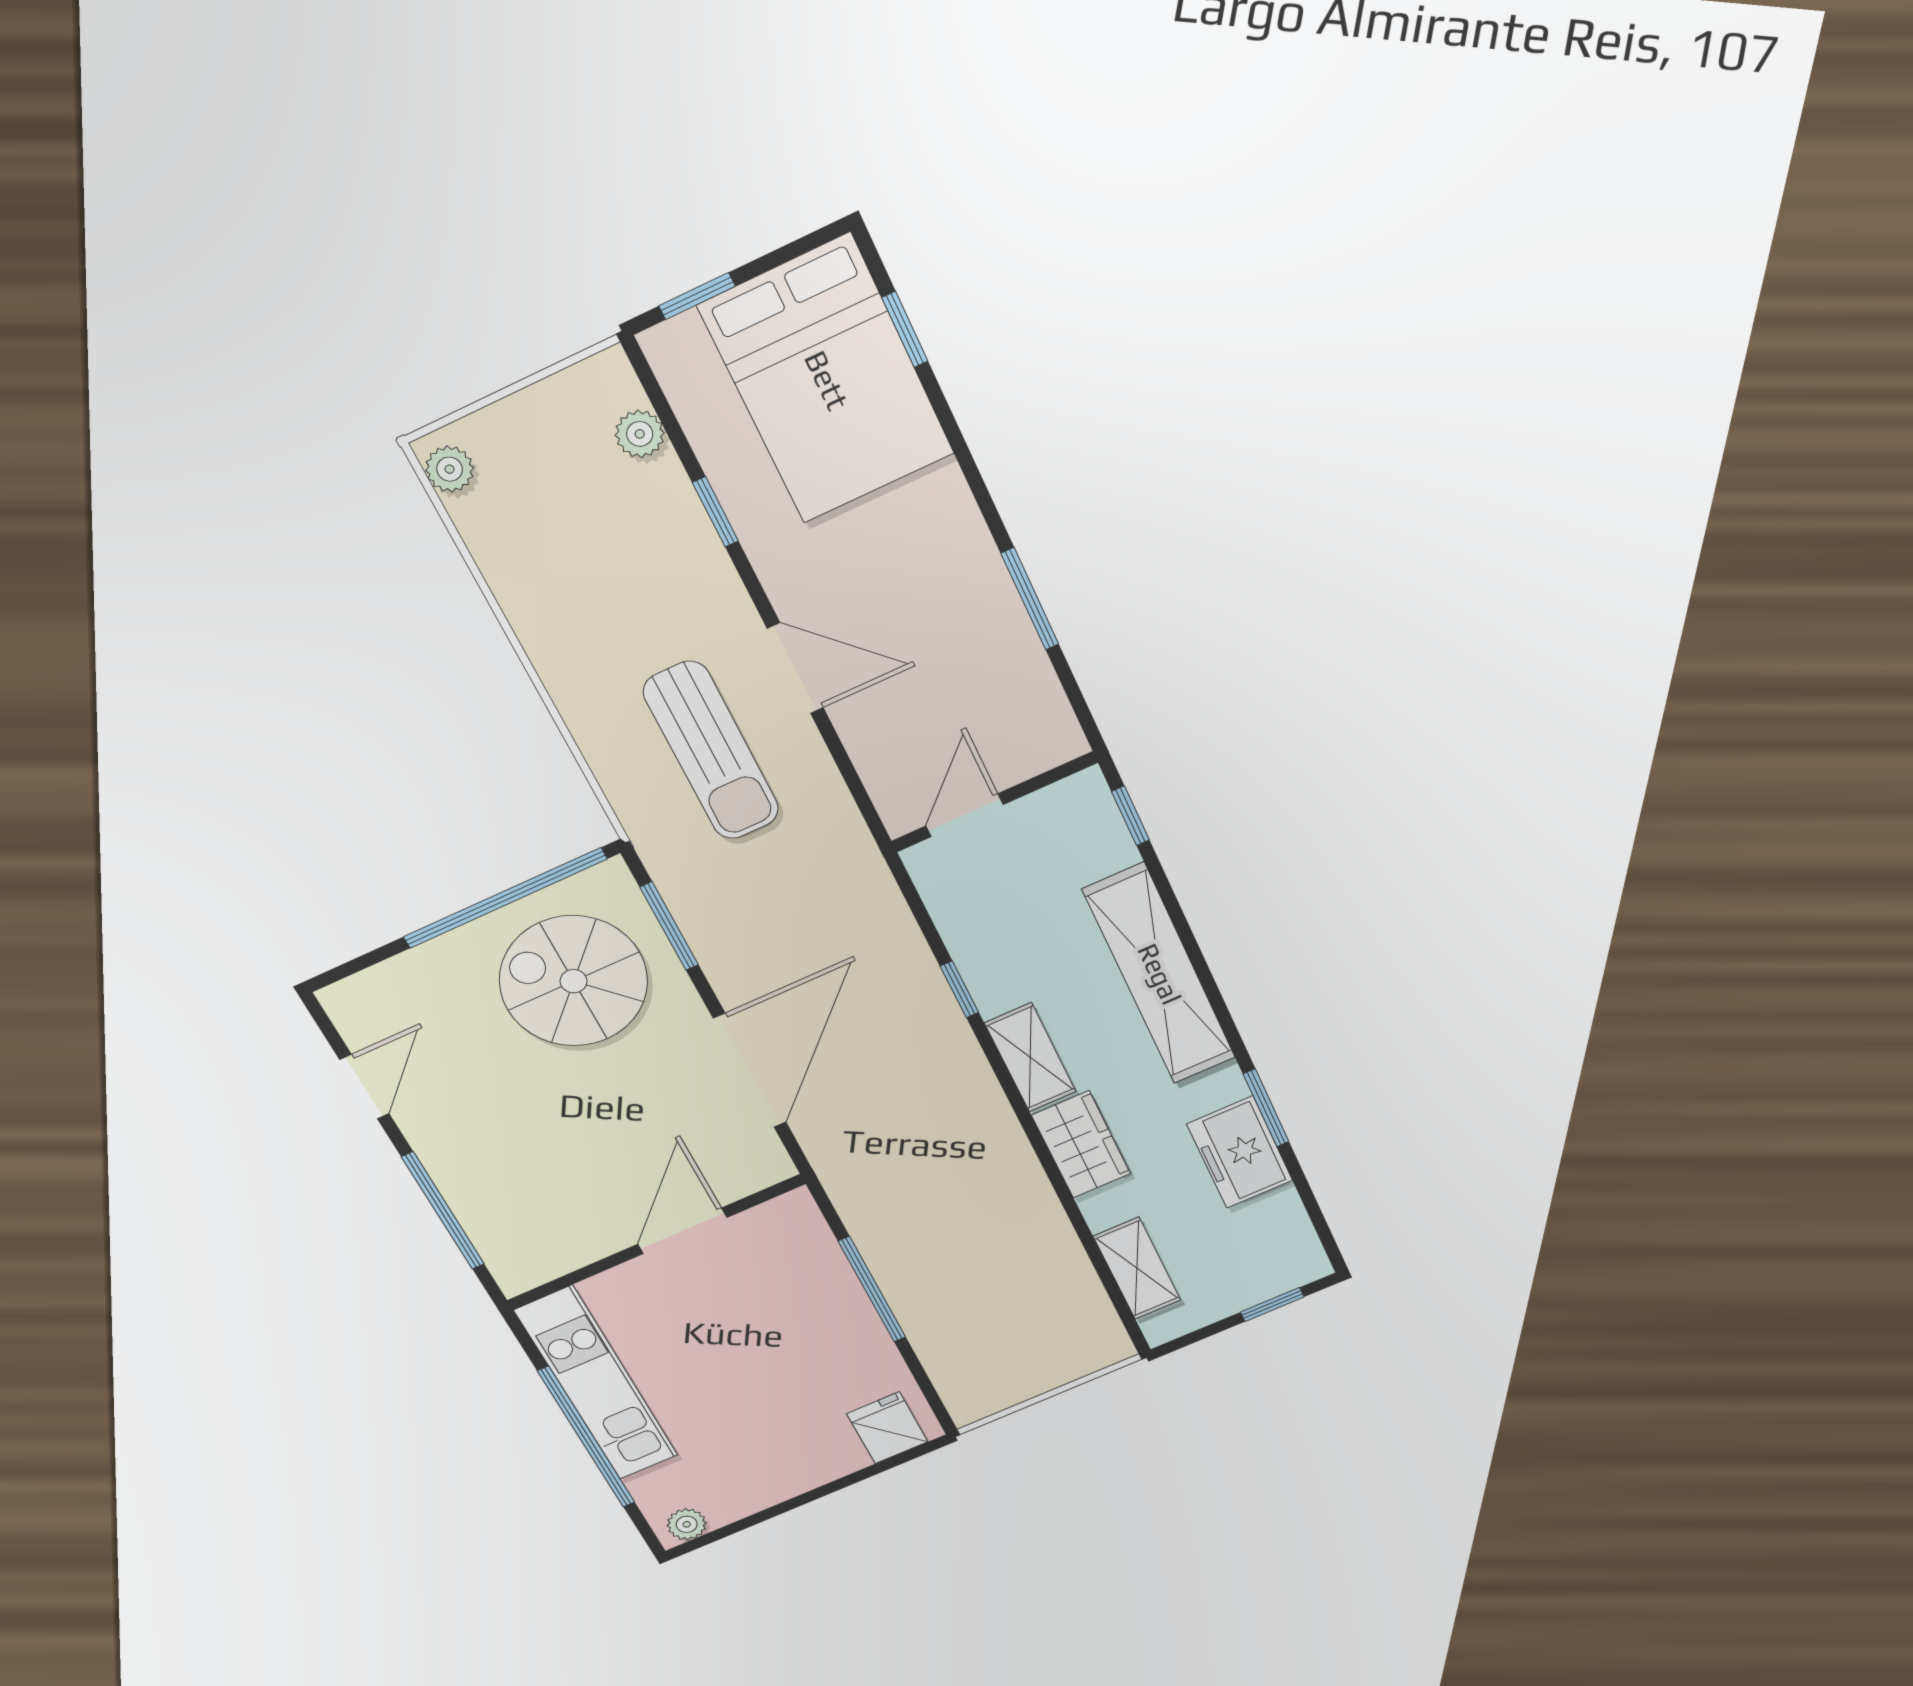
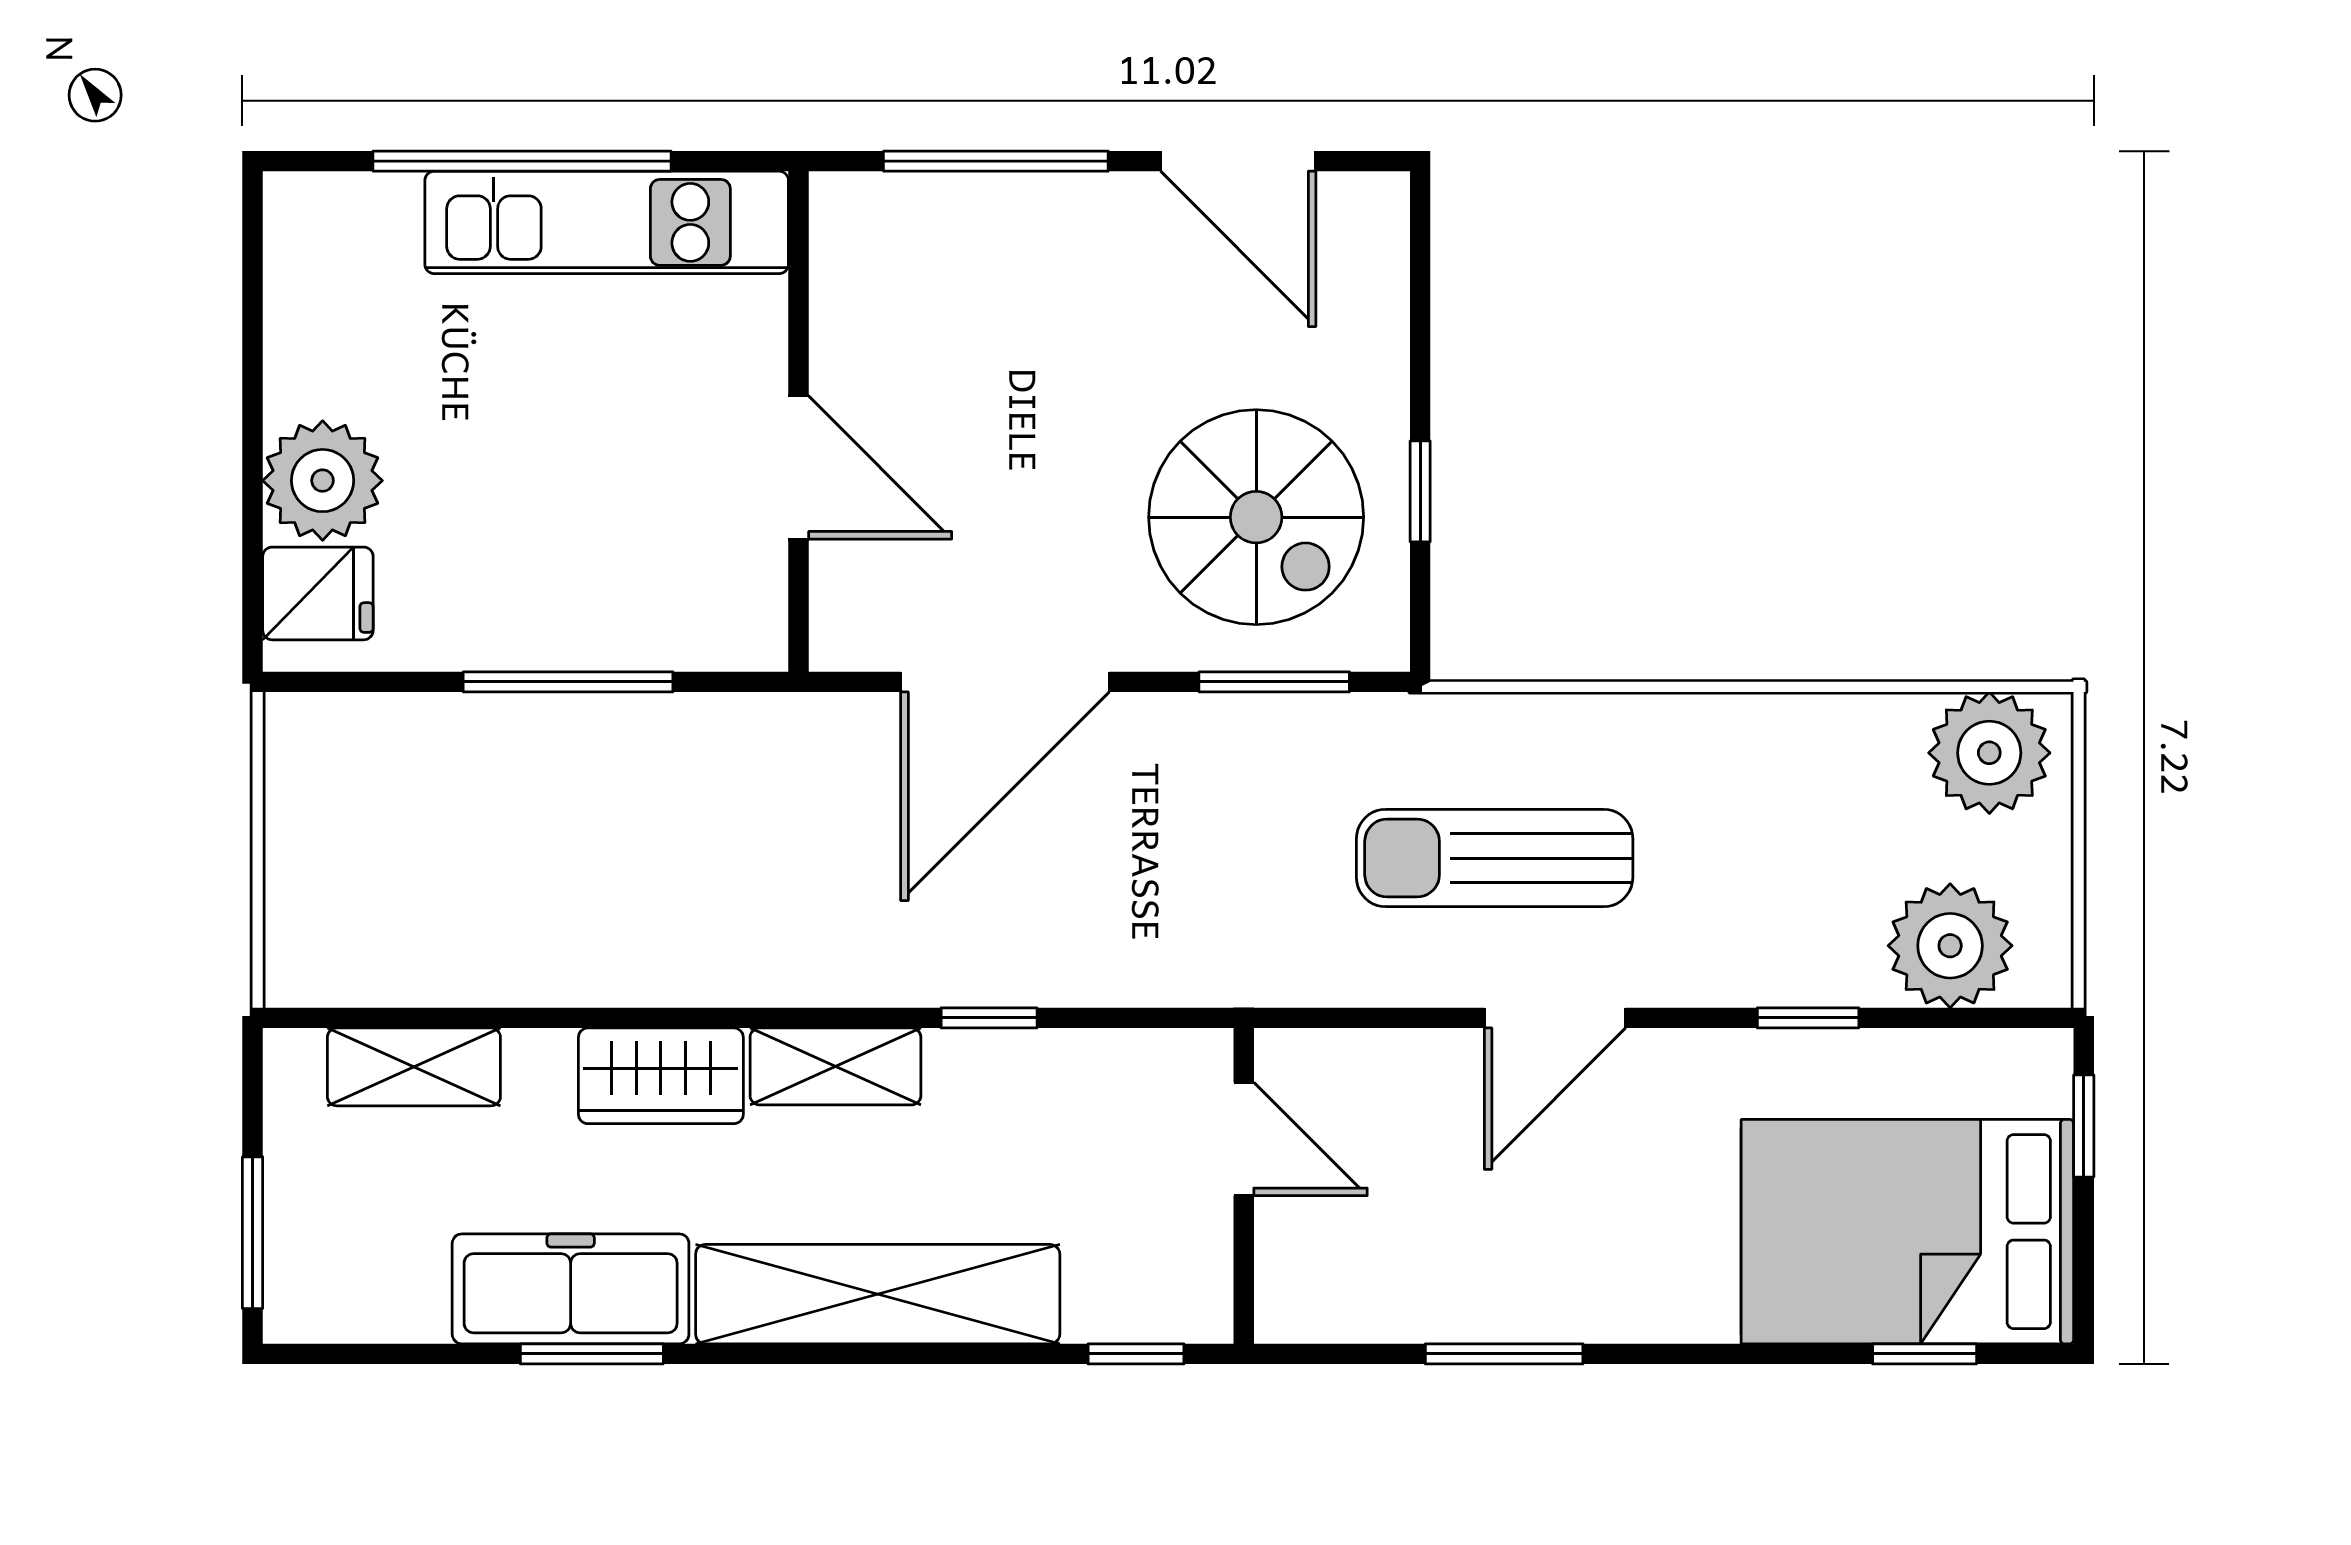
plant: (640, 434) -> (1950, 946), width x1.88, depth x1.88
plant: (450, 469) -> (1989, 753), width x1.87, depth x1.87
window: (505, 898) -> (1420, 491), width x0.32
spiral stairs: (574, 981) -> (1256, 517), turned 90
door: (750, 1071) -> (1005, 682), hinge flipped
door: (364, 1087) -> (1238, 161), width x1.38
freezer: (1240, 1152) -> (571, 1289), width x1.40
window: (1272, 1305) -> (253, 1233), width x1.50
plant: (687, 1524) -> (323, 481), moved, width x1.88, depth x1.88

